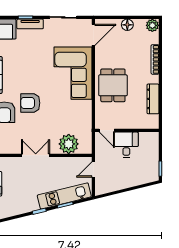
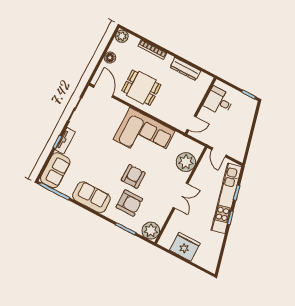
corner sofa: (73, 73) -> (144, 135), moved
dining table: (113, 85) -> (141, 88), moved
armchair: (30, 103) -> (133, 176), turned 180
desk: (126, 145) -> (219, 101), moved
double door: (36, 155) -> (181, 196), swing flipped
kitchen unit: (64, 196) -> (226, 198), width x1.36

